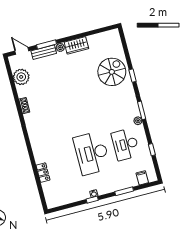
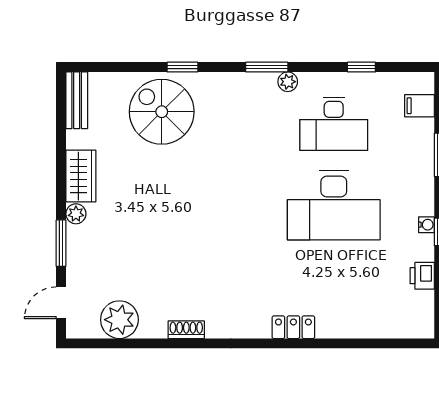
bench: (44, 52) -> (77, 100), moved
locker: (43, 173) -> (293, 327), moved
printer: (72, 197) -> (422, 276), added

